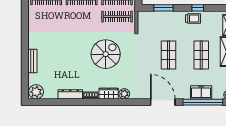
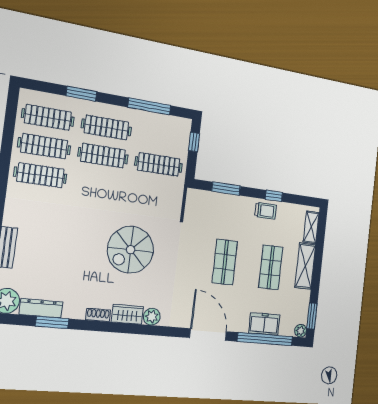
clothes rail: (117, 17) -> (41, 175), moved
spiral stairs: (106, 54) -> (131, 250), turned 180
dresser: (70, 94) -> (41, 308), moved
window: (64, 102) -> (52, 322), added

